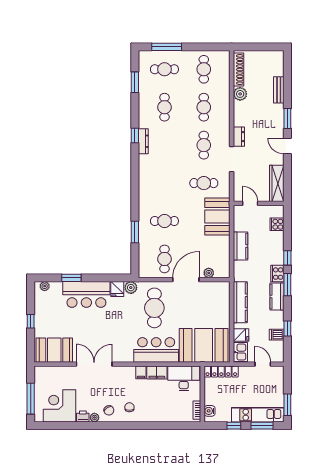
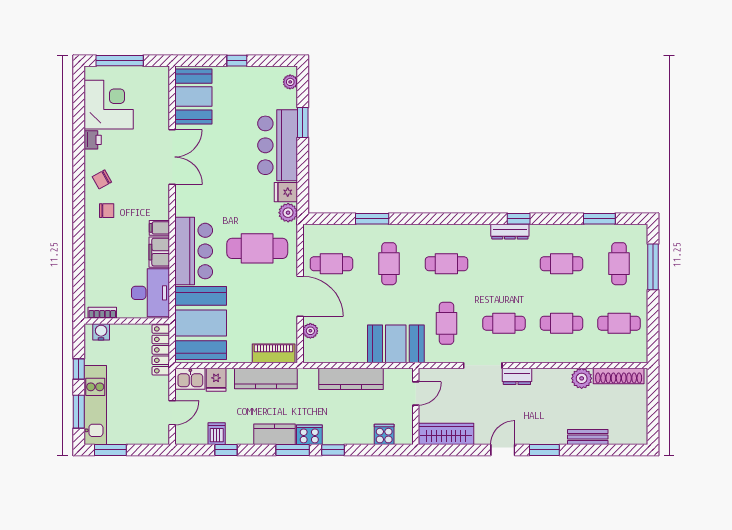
cafe table: (164, 183) -> (446, 264), added
kitchen counter: (240, 246) -> (351, 379), width x1.50
piano: (224, 297) -> (274, 353), added
plant: (94, 418) -> (91, 158), removed

